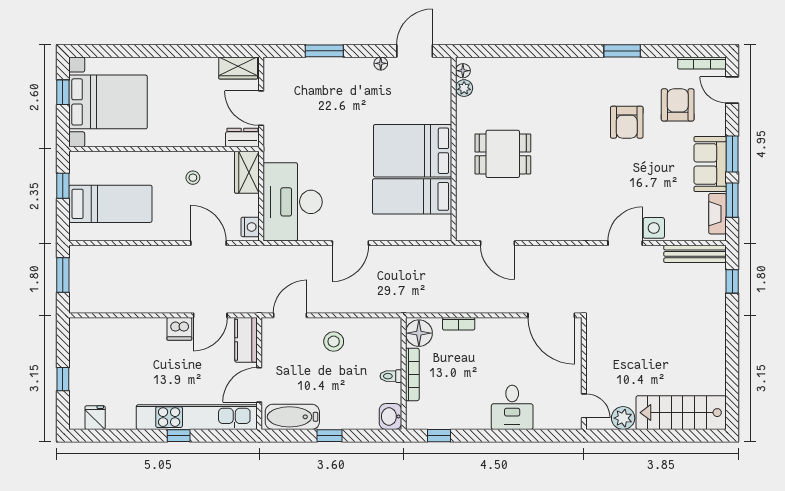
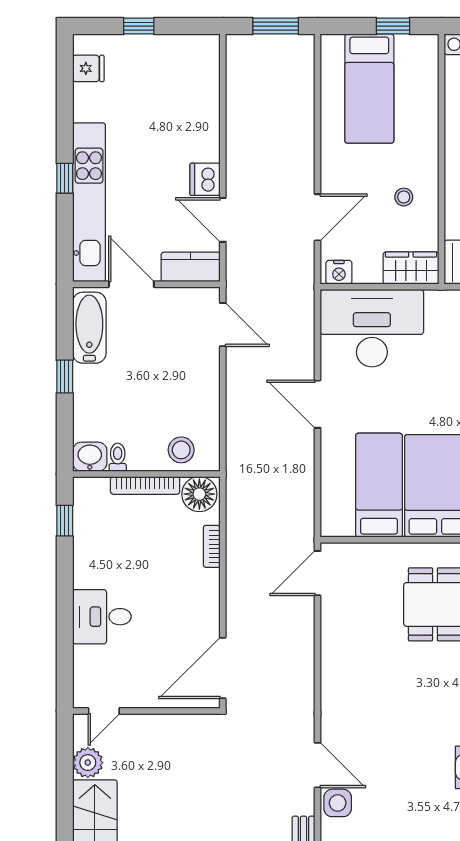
door: (497, 243) -> (318, 573), moved
stool: (334, 341) -> (181, 450), moved
toilet: (391, 376) -> (118, 457), moved

